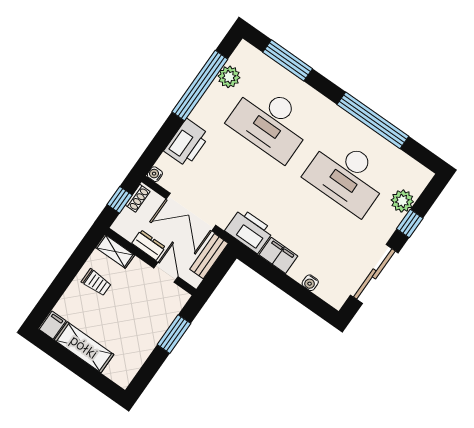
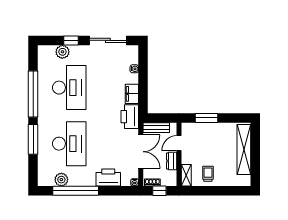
window: (288, 60) -> (33, 139), moved
filing cabinet: (53, 325) -> (244, 181), removed
shelving: (84, 347) -> (244, 149), width x1.47

